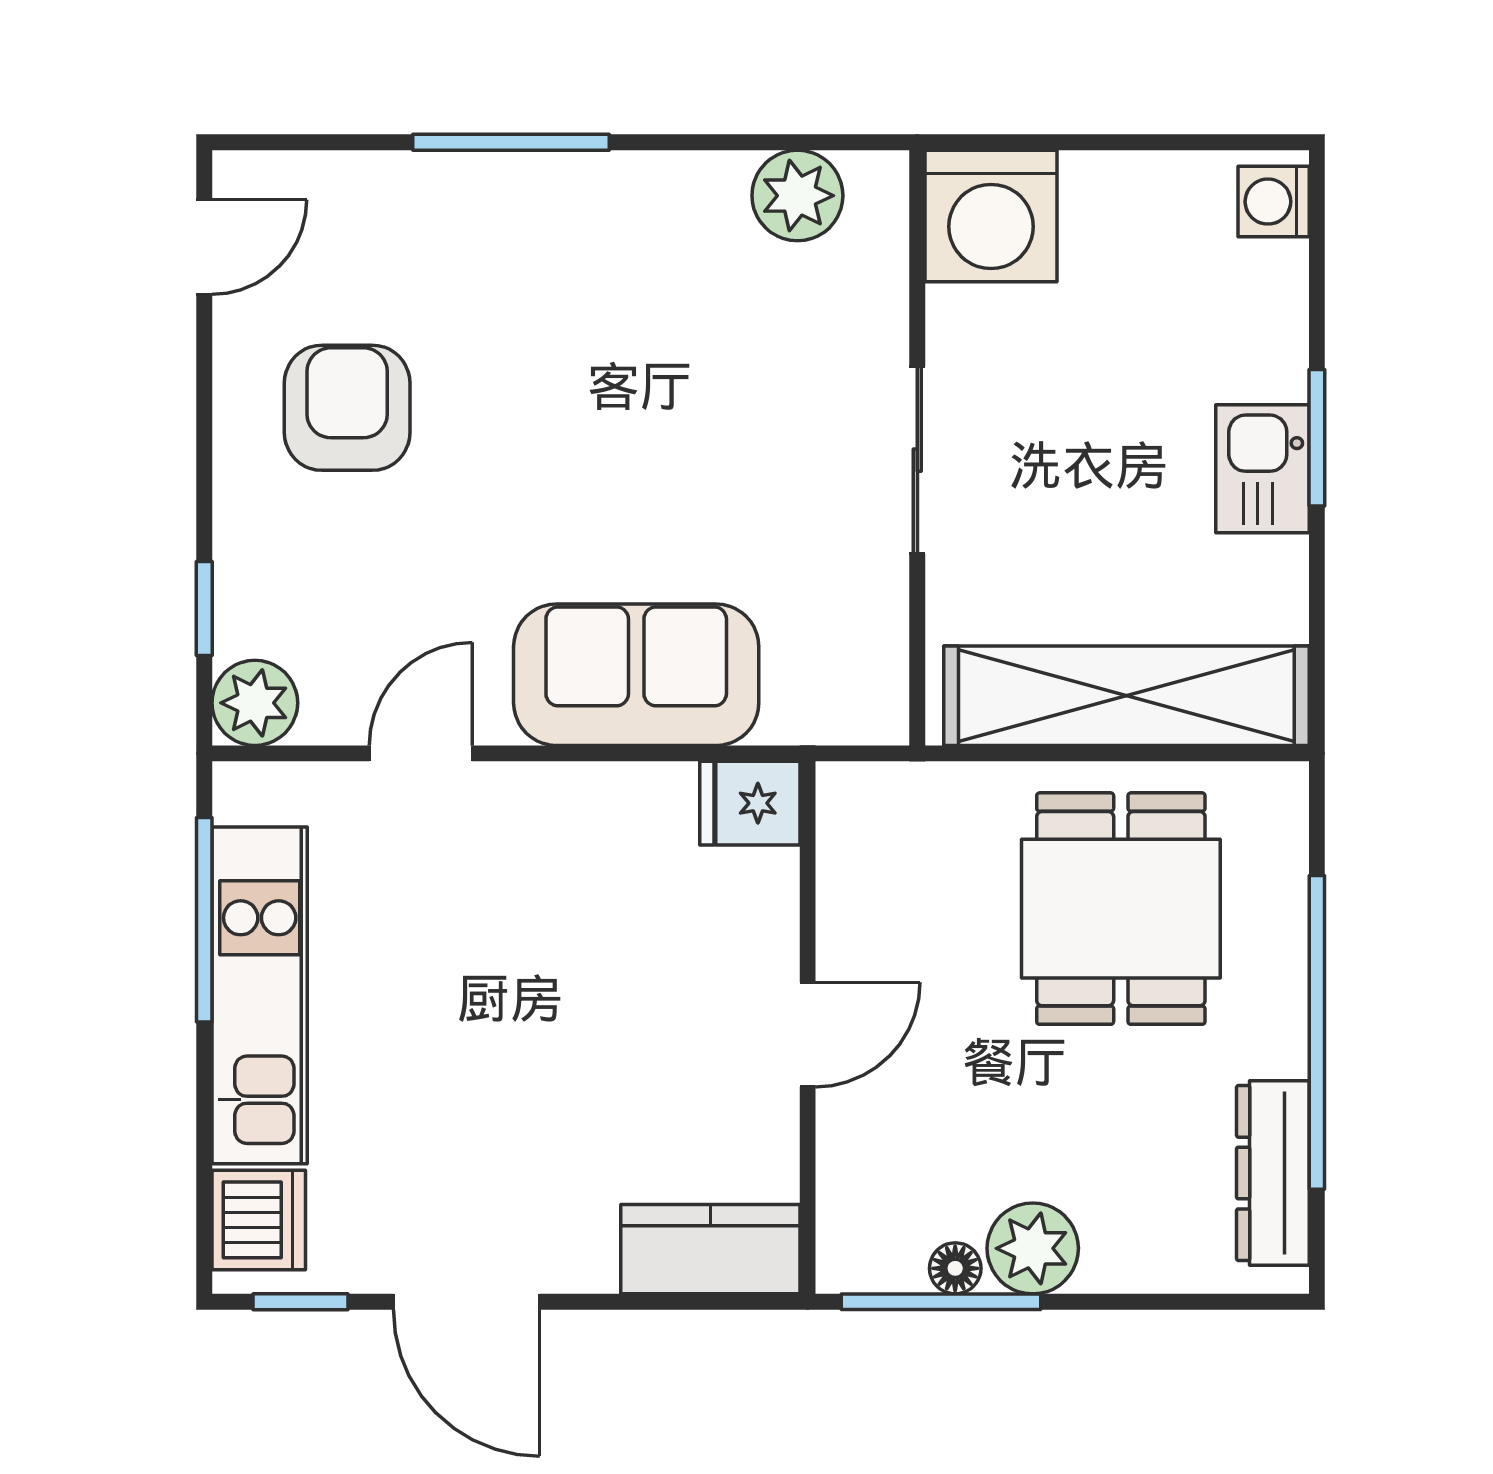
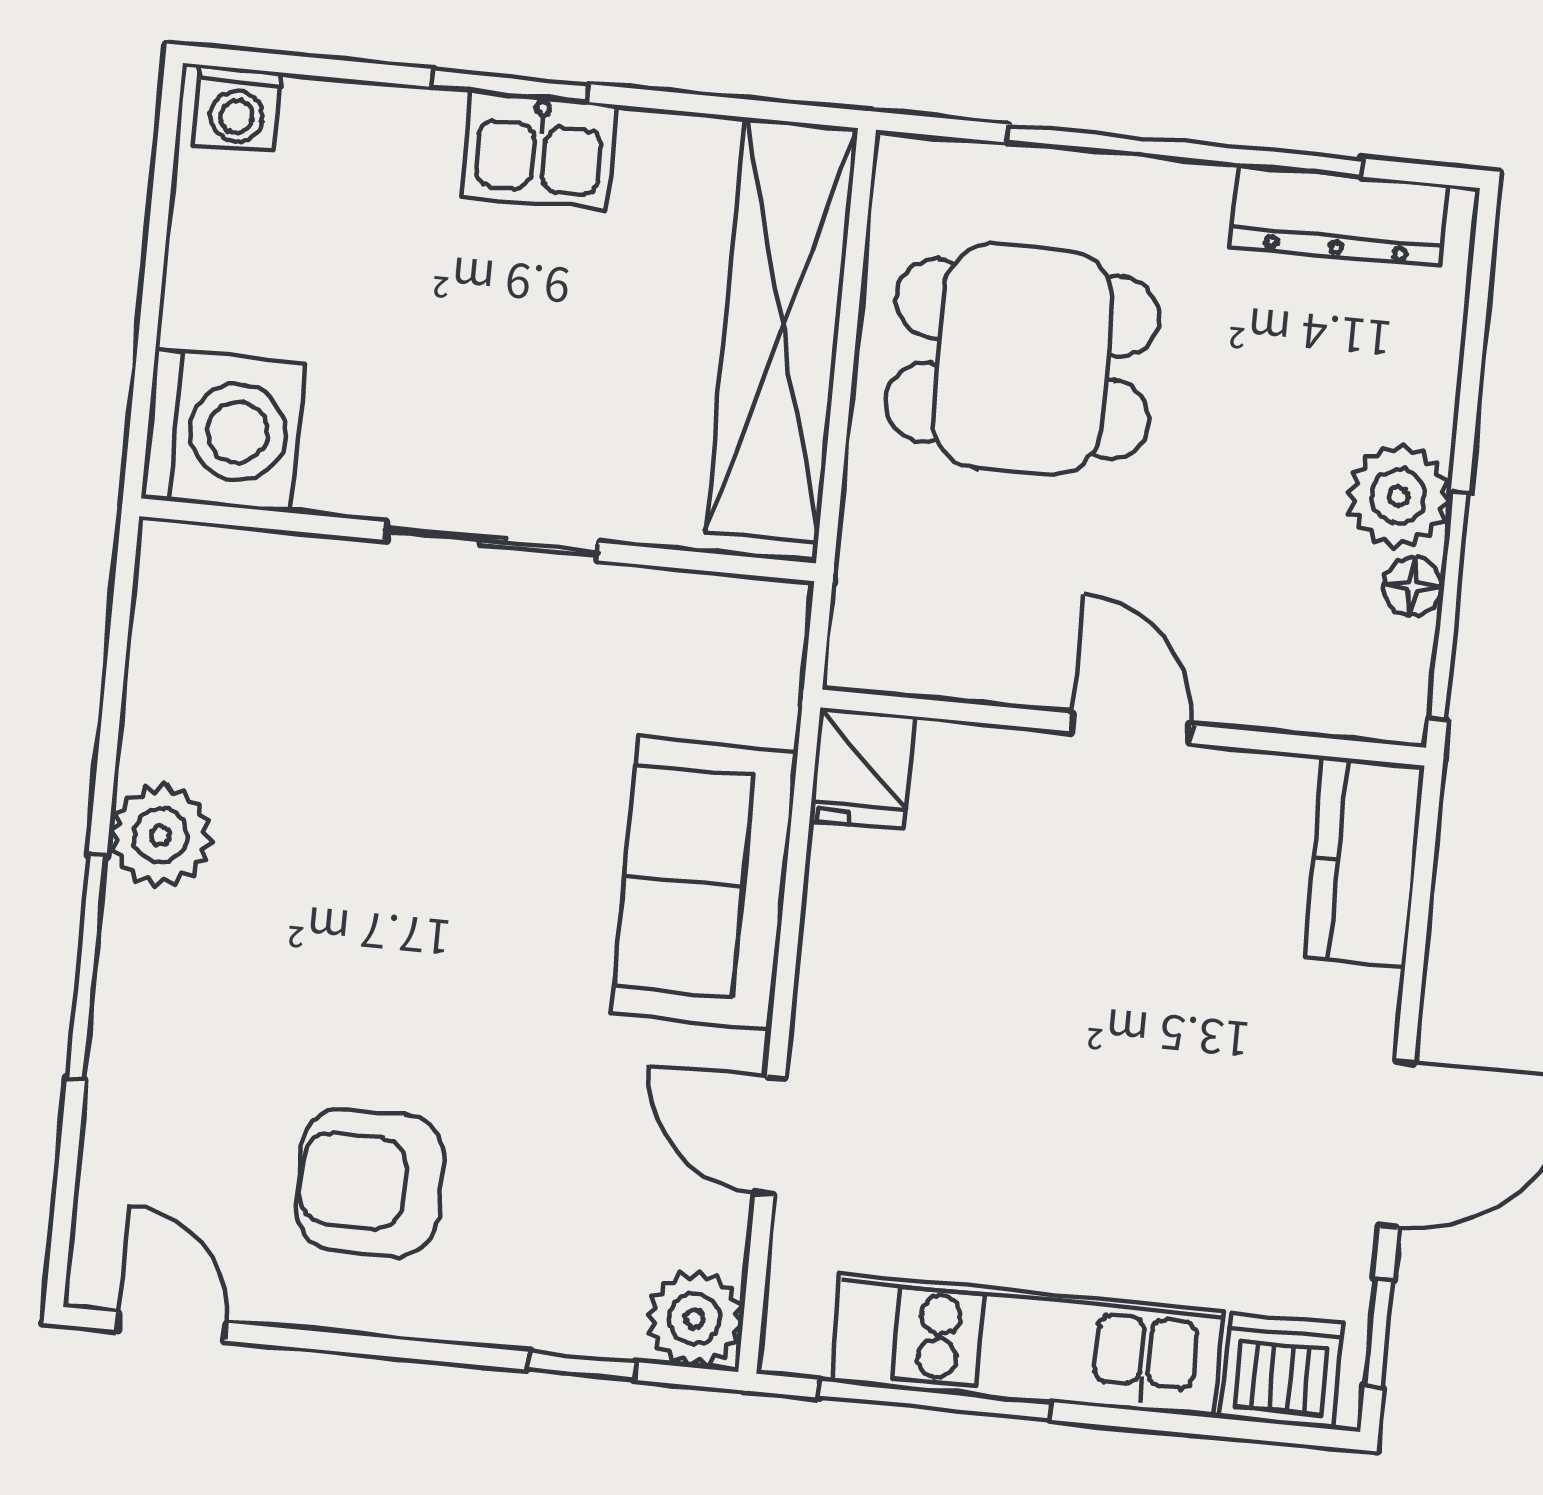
plant: (797, 196) -> (160, 835), moved

